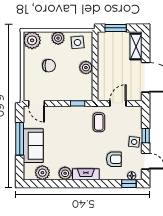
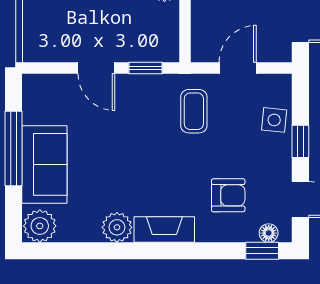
door: (36, 103) -> (96, 68), moved
side table: (134, 142) -> (274, 120), moved
plant: (42, 173) -> (40, 226), moved

